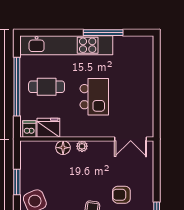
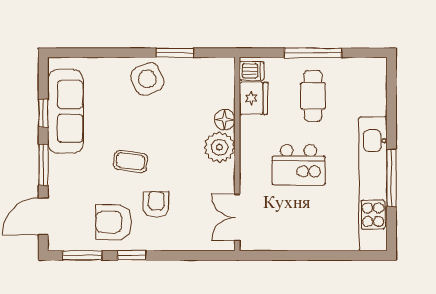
kitchen unit: (66, 45) -> (373, 184), moved
window: (17, 87) -> (313, 53), width x0.68
plant: (82, 146) -> (219, 147), width x1.87, depth x1.87

